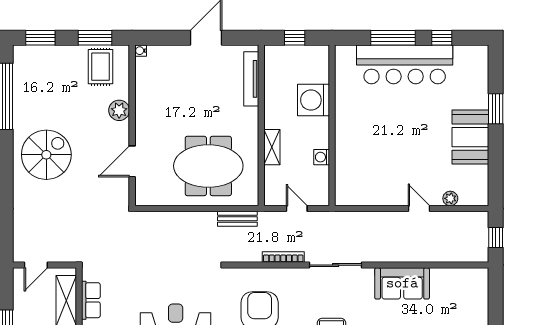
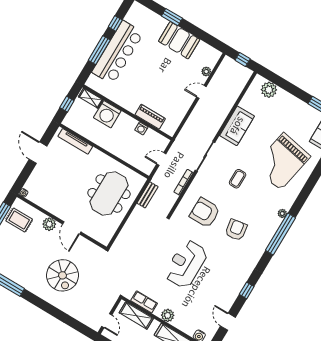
shelving: (272, 147) -> (91, 98), moved
spiral stairs: (46, 155) -> (62, 275), moved, turned 180
piano: (345, 159) -> (150, 117), added
door: (132, 161) -> (72, 228), moved
plant: (476, 297) -> (269, 90), added

